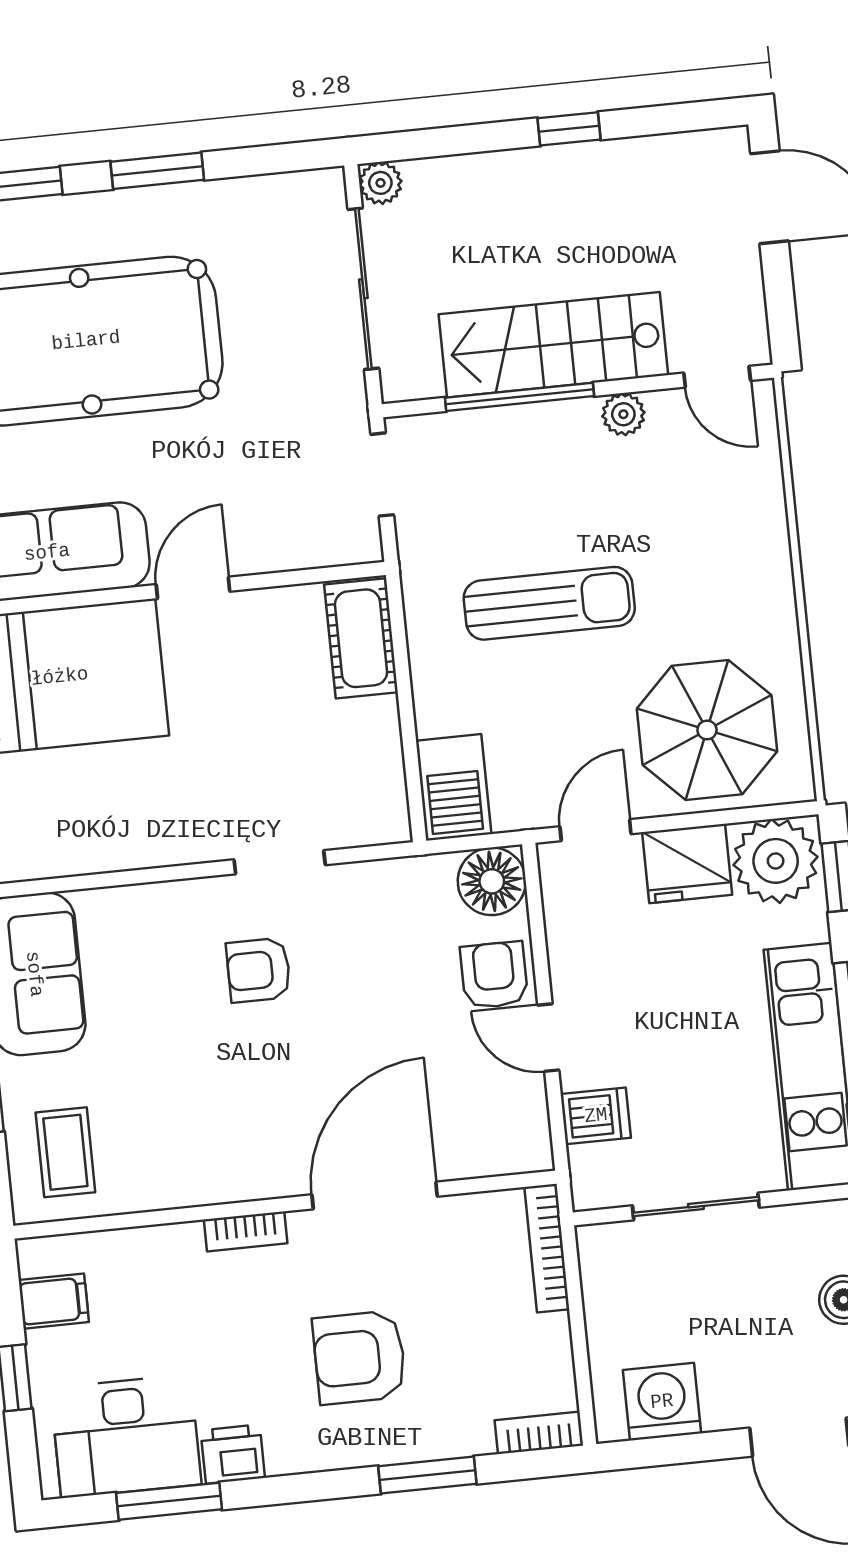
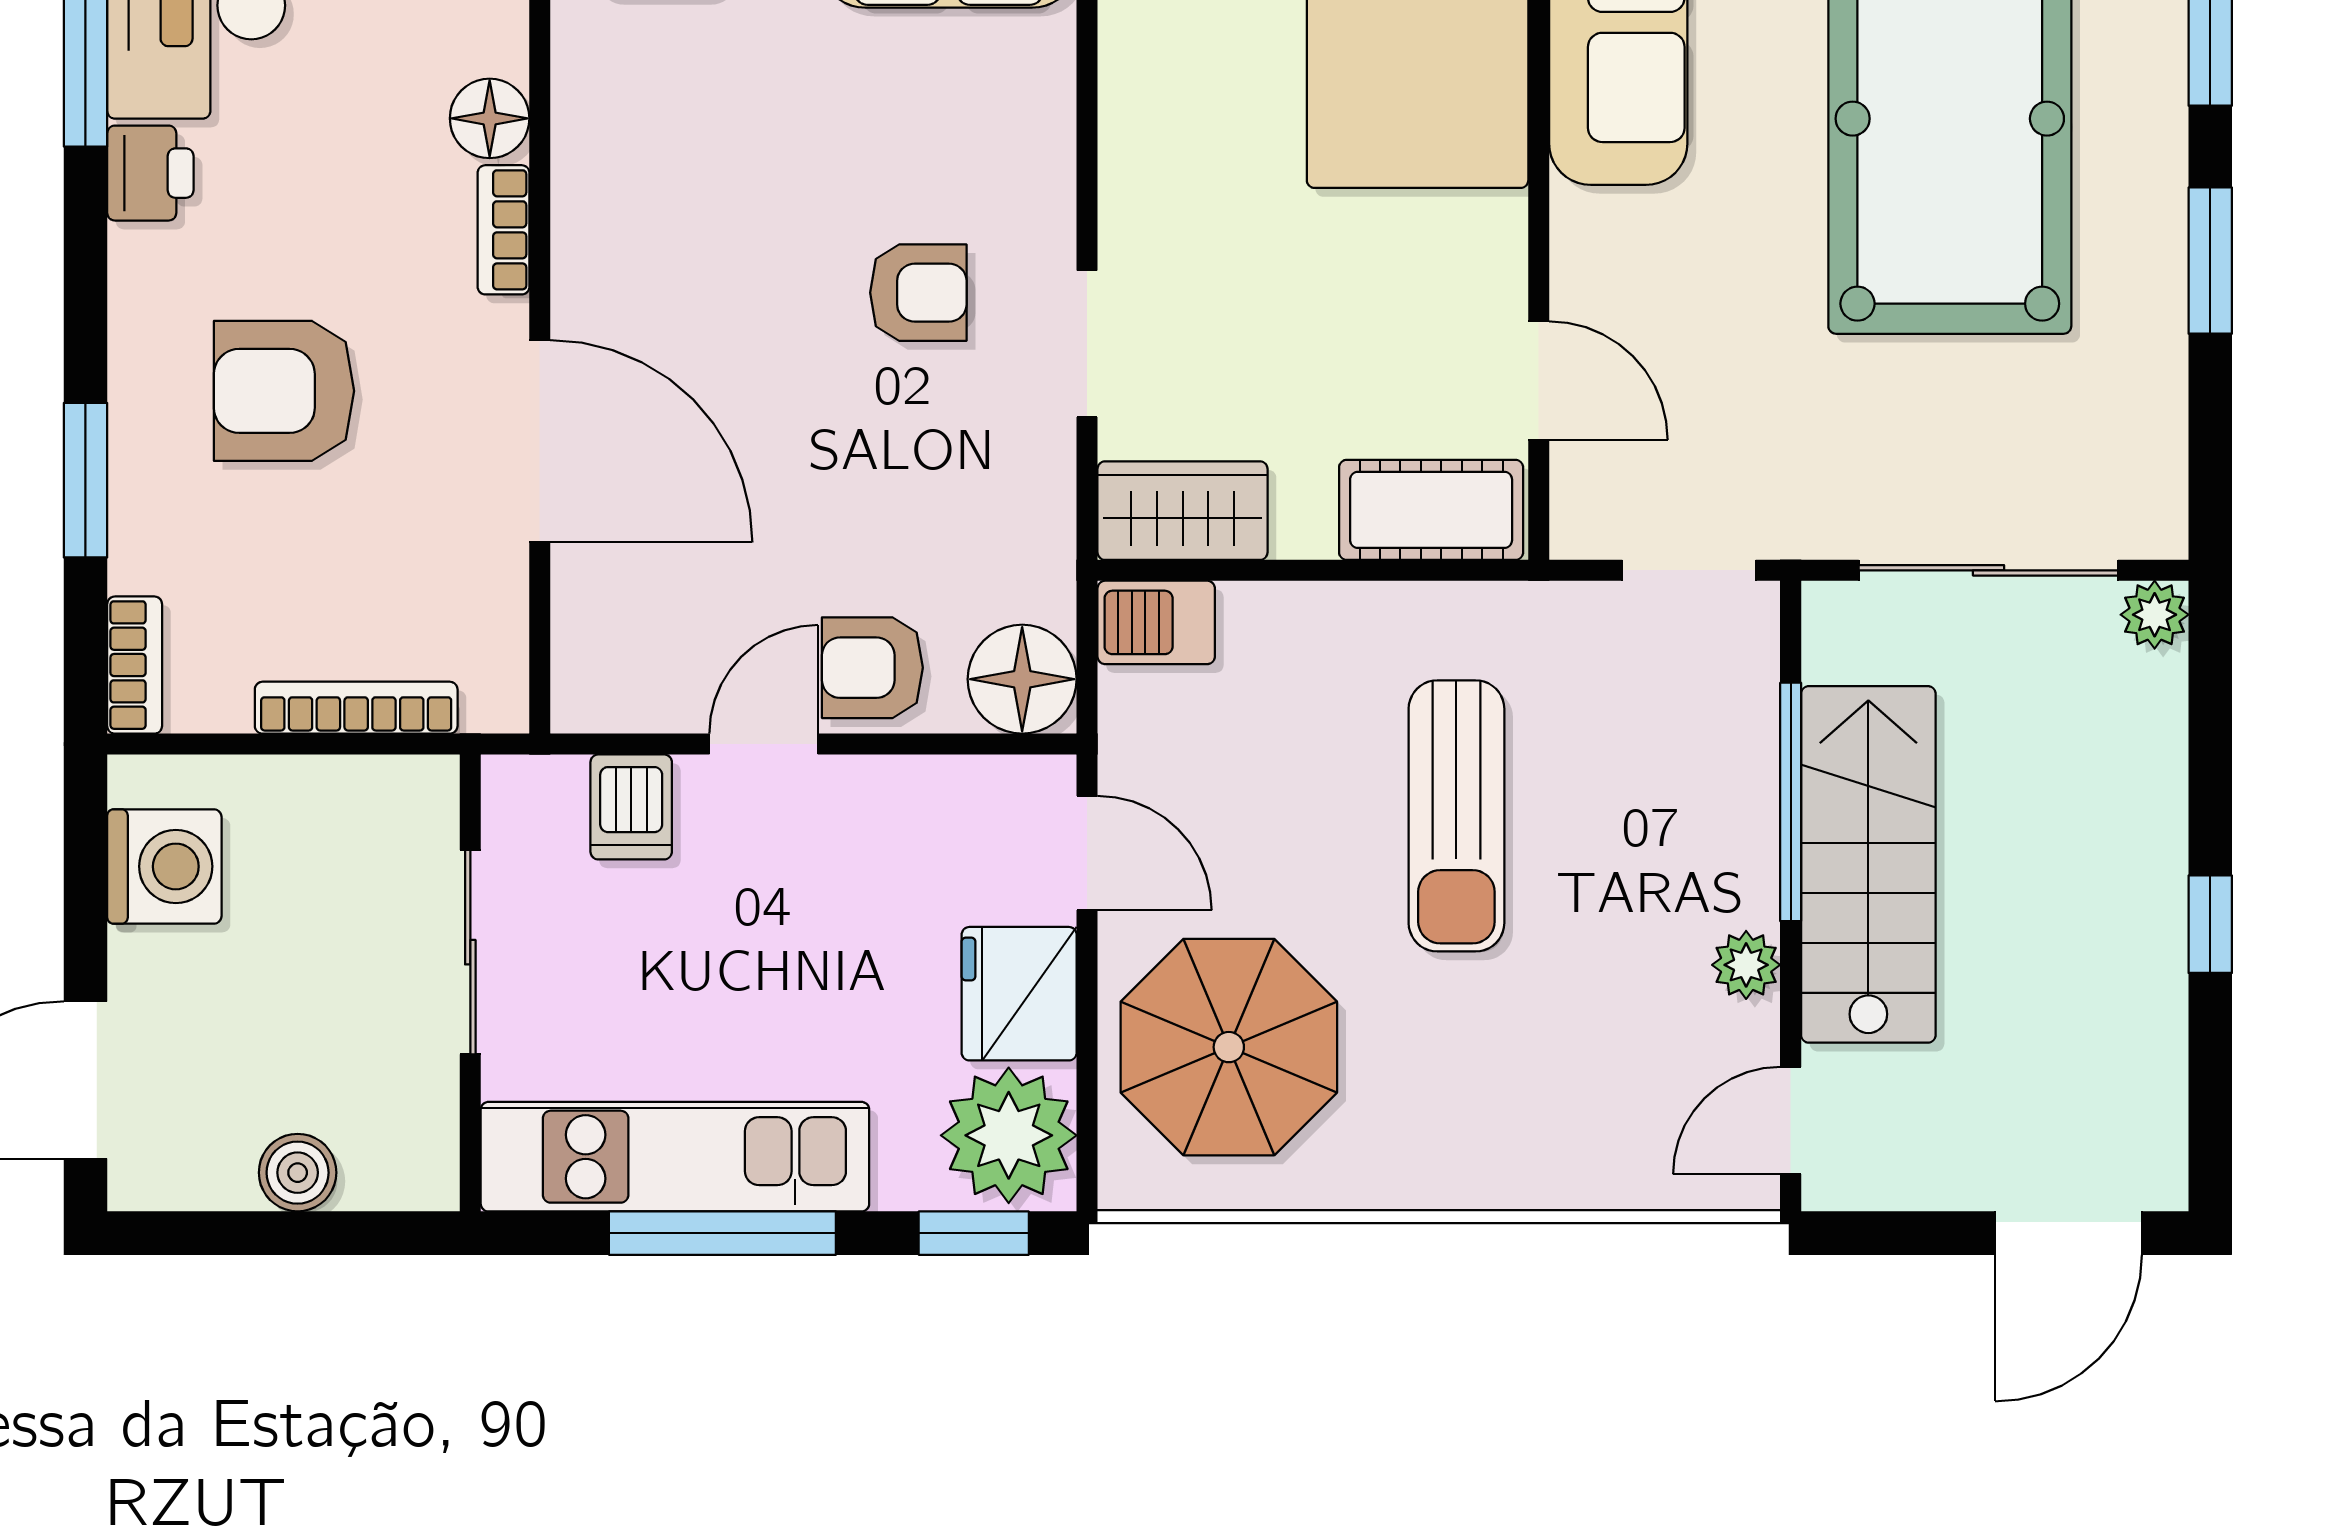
door: (193, 588) -> (1539, 381), moved
barbecue: (454, 787) -> (1156, 622), width x0.73, depth x0.79
wardrobe: (377, 793) -> (1183, 511), added
armchair: (259, 970) -> (918, 293), turned 90
armchair: (494, 975) -> (872, 668), turned 180
floor lamp: (177, 1247) -> (490, 118), added
bookcase: (547, 1248) -> (356, 708), moved
armchair: (359, 1357) -> (284, 391), turned -90

